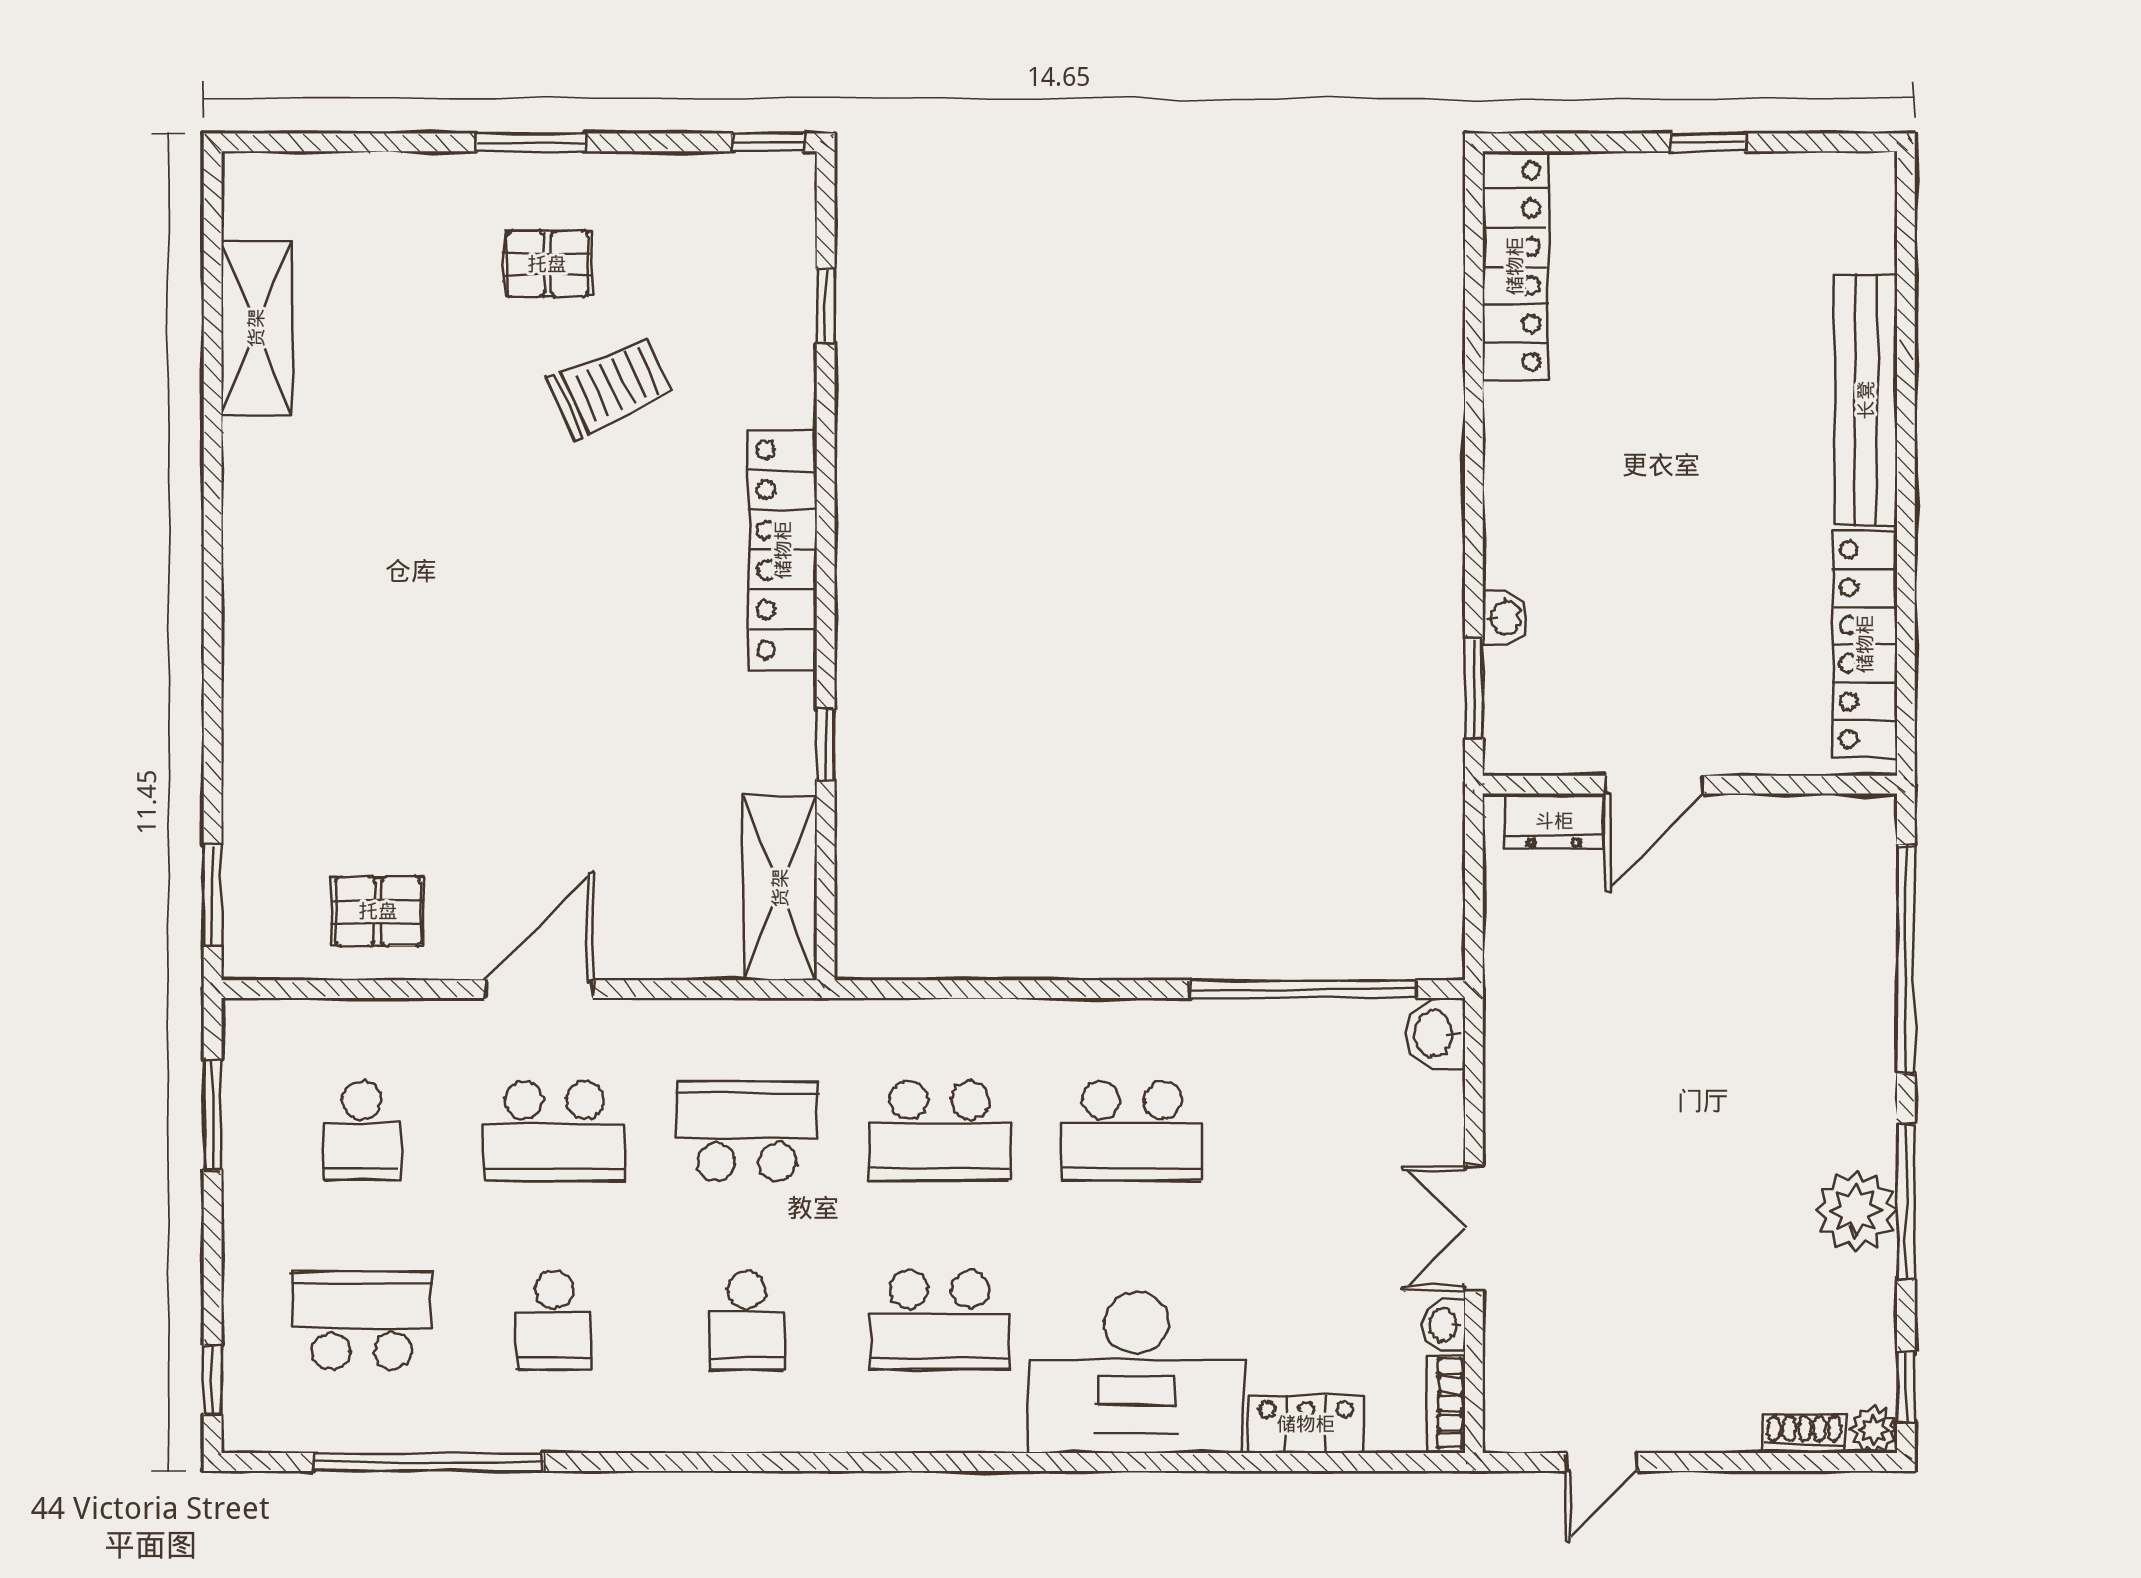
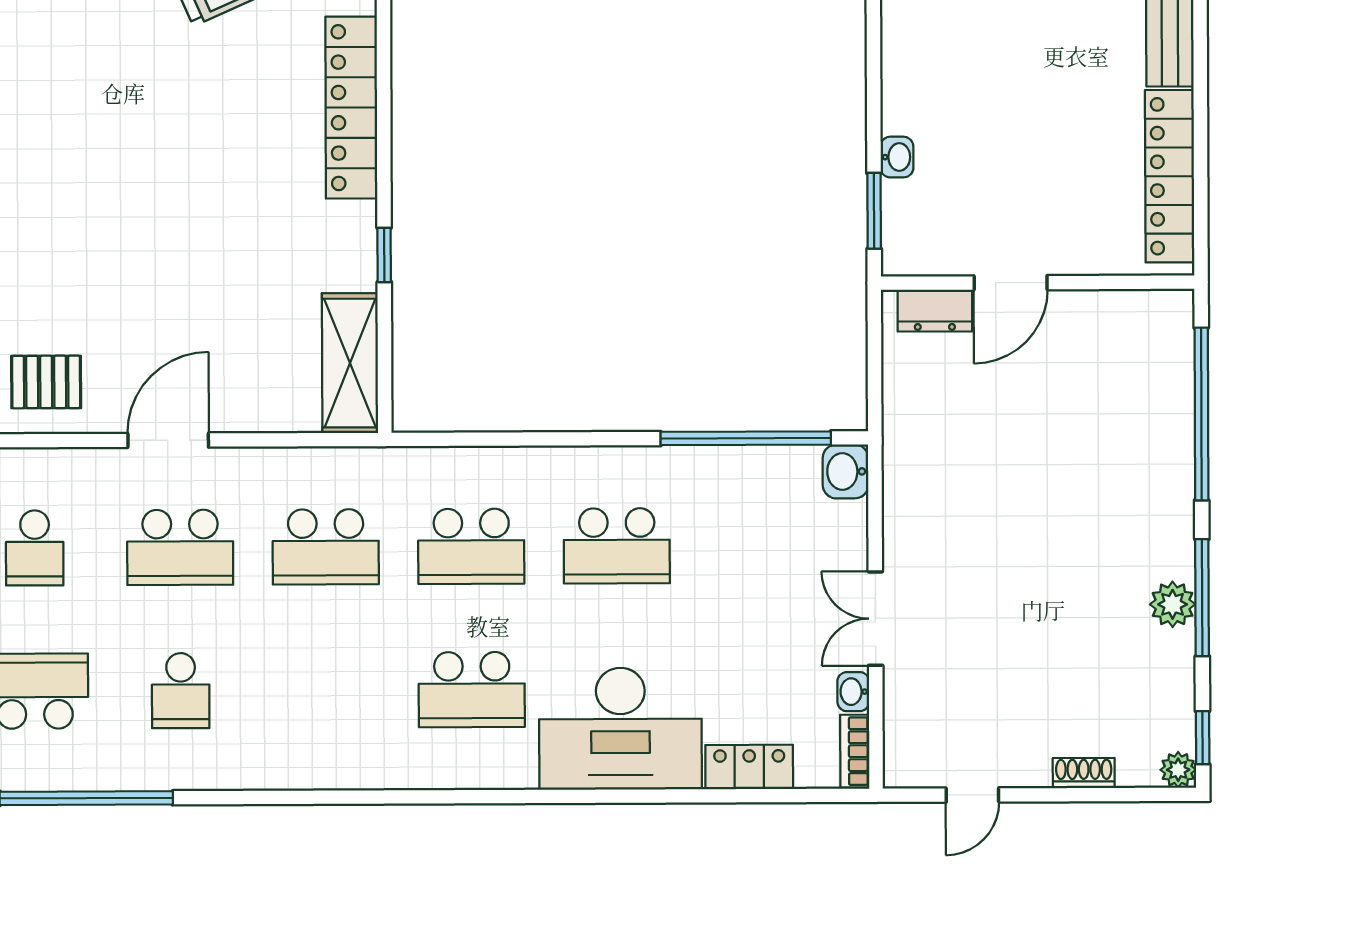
school desk: (747, 1131) -> (326, 547), turned 180
plant: (1856, 1211) -> (1173, 604), width x0.73, depth x0.73
school desk: (747, 1320) -> (326, 690), removed
shoe rack: (1804, 1433) -> (1084, 773), moved

